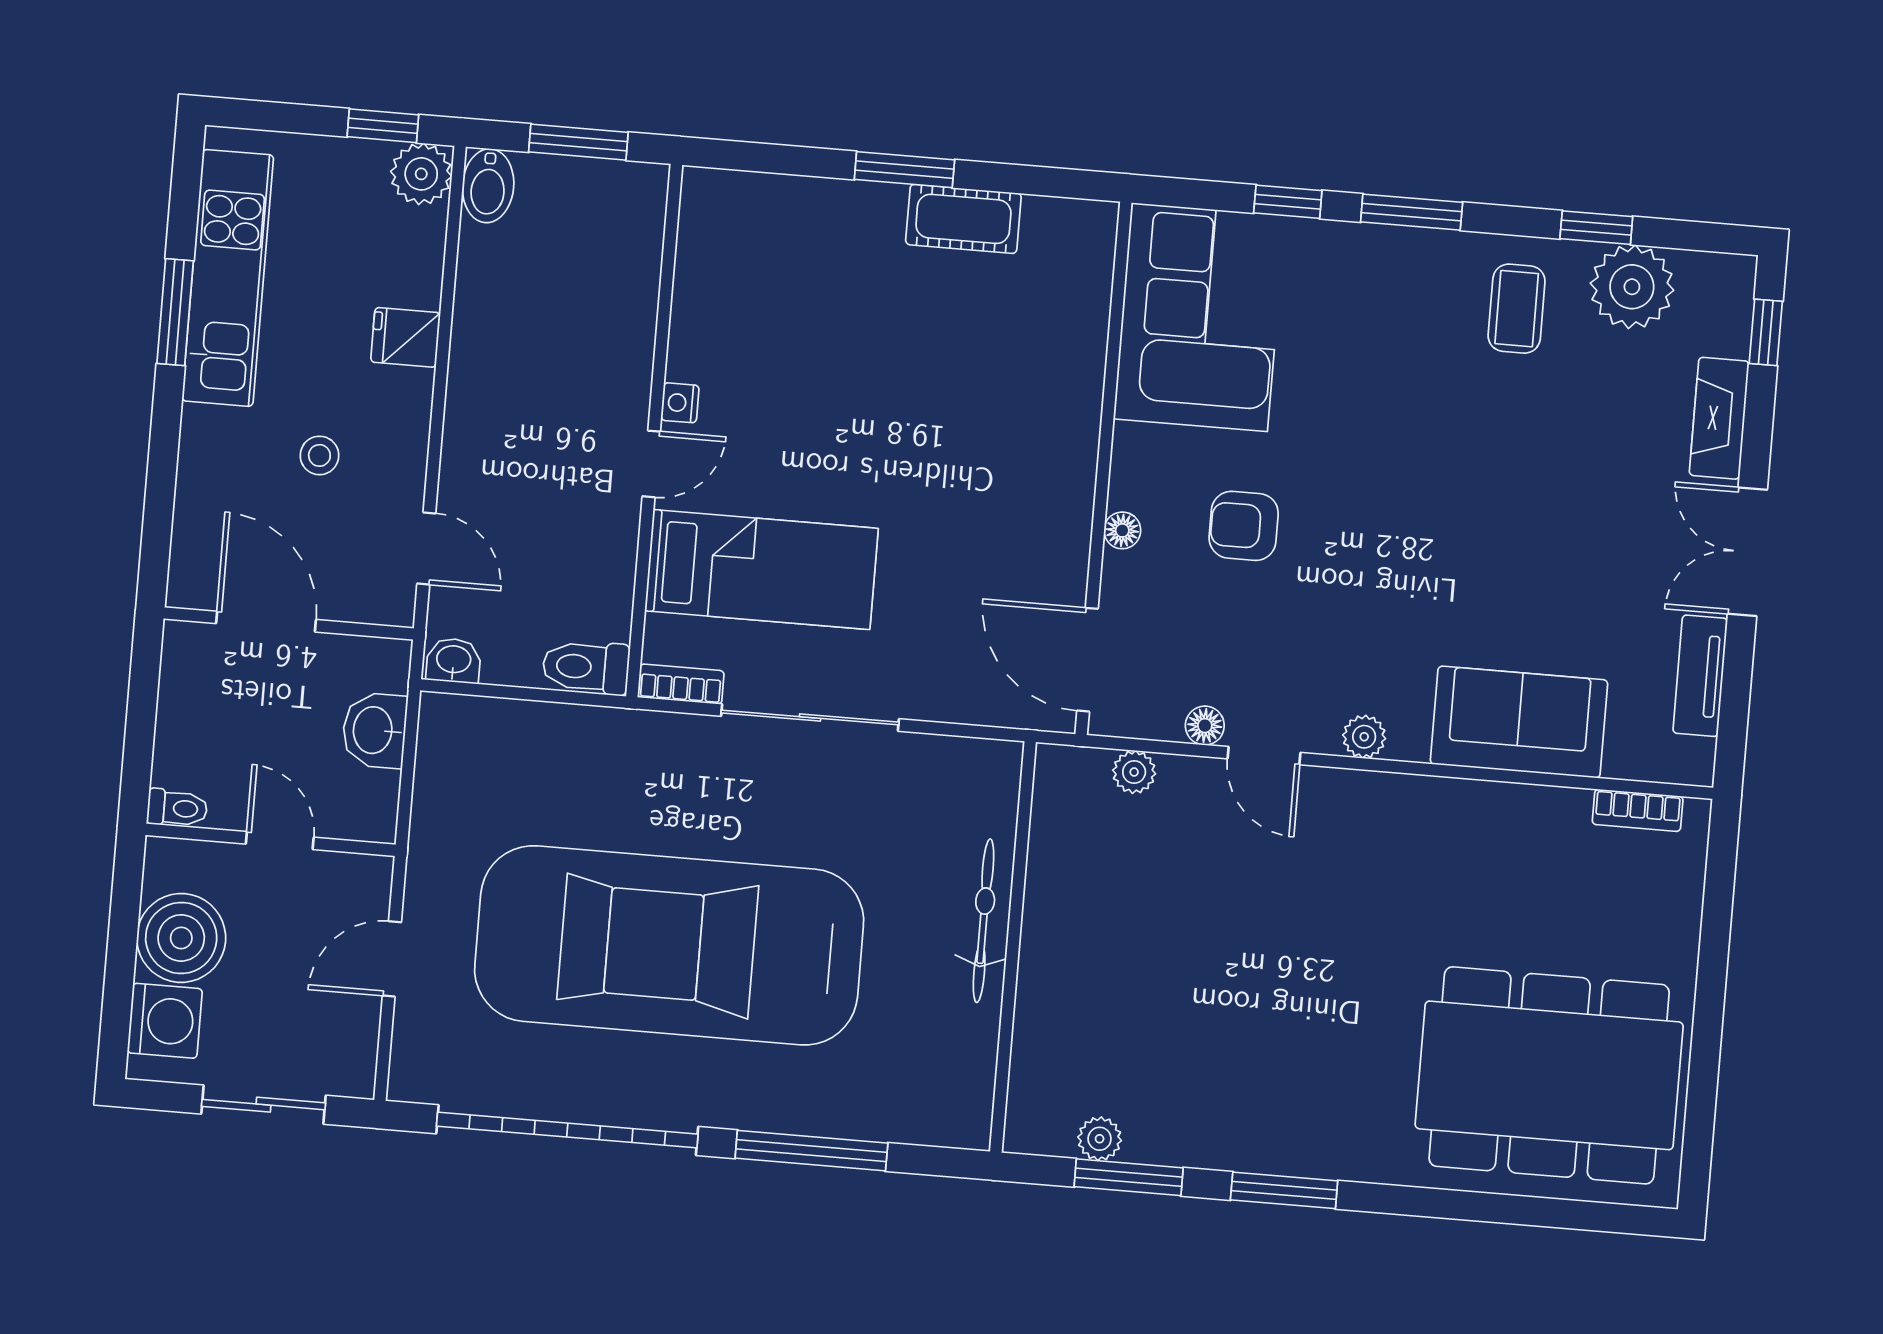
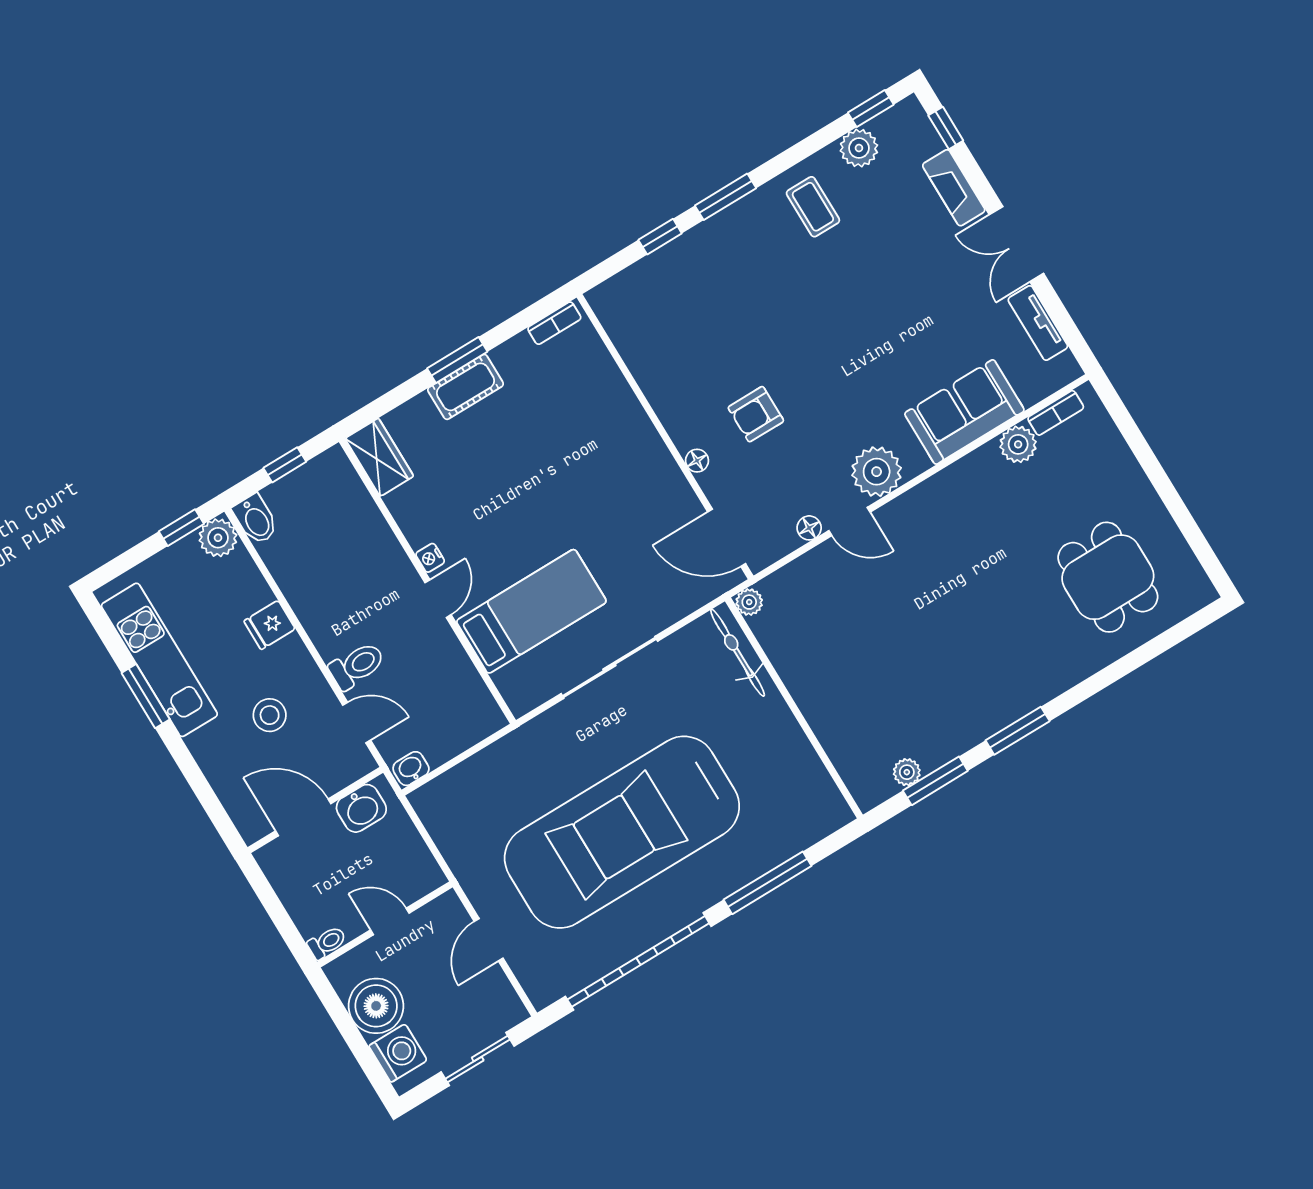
window: (578, 142) -> (285, 465), width x0.67
cot: (963, 219) -> (465, 387), moved
wardrobe: (709, 223) -> (379, 457), added
window: (1596, 228) -> (871, 109), moved
plant: (1632, 287) -> (859, 148), width x0.73, depth x0.73
corner sofa: (1199, 317) -> (658, 326), removed
stool: (319, 455) -> (270, 715), width x1.37, depth x1.37
toilet: (586, 667) -> (357, 666), moved, turned 180
bookcase: (681, 684) -> (554, 323), moved, turned 180
washbasin: (374, 730) -> (361, 808), moved, turned -90
plant: (1364, 737) -> (877, 472), width x1.88, depth x1.88
plant: (1134, 772) -> (749, 602), moved
plant: (1558, 816) -> (1018, 444), added
bicycle: (983, 921) -> (738, 653), moved
dining table: (1549, 1075) -> (1108, 577), width x0.53, depth x0.80

